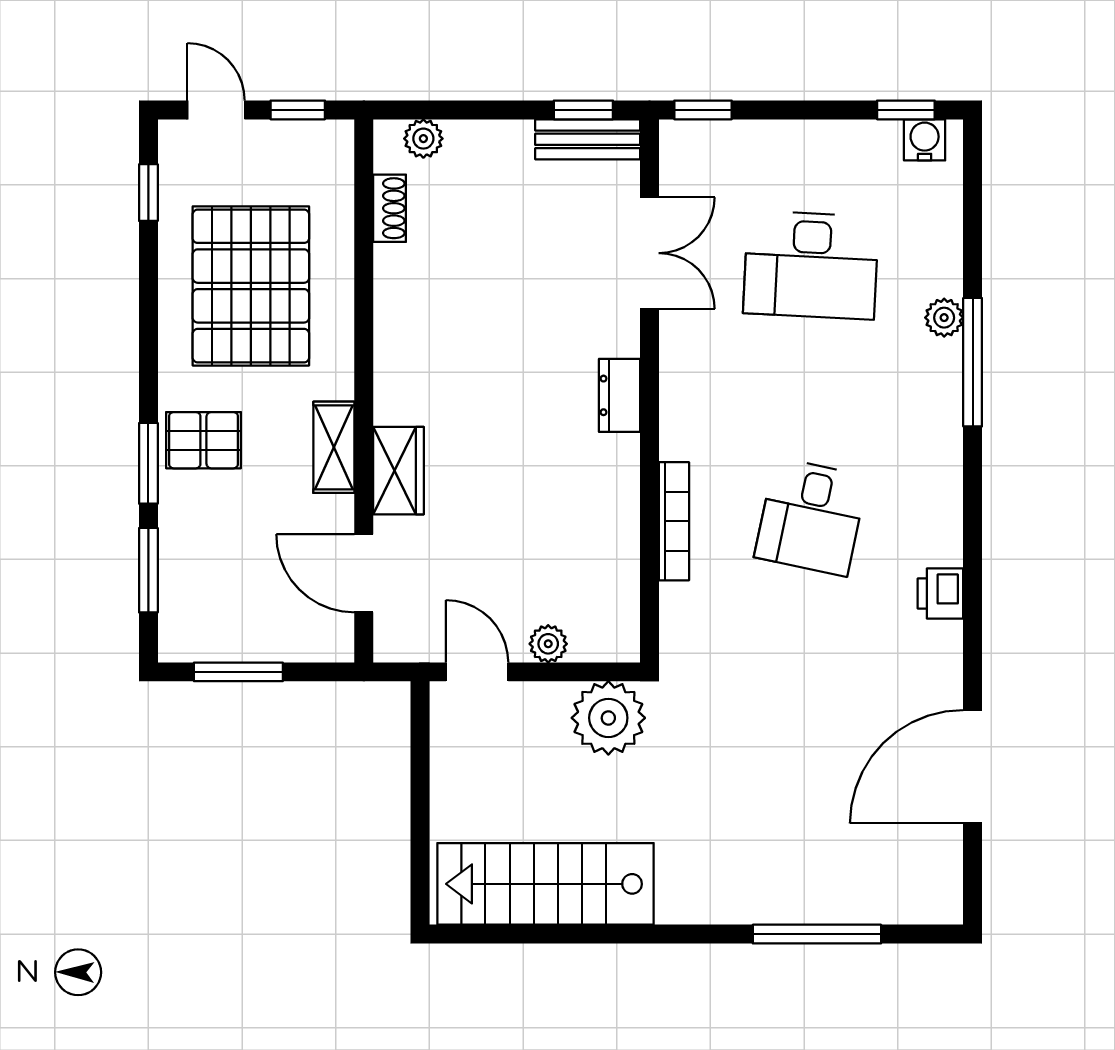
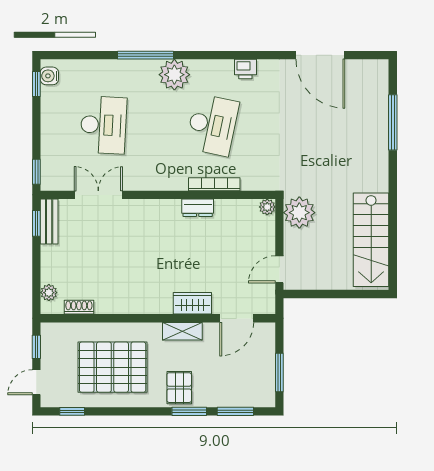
plant: (944, 318) -> (174, 75), moved, width x1.88, depth x1.88
dresser: (620, 395) -> (198, 208), moved
desk: (811, 517) -> (212, 125), width x1.37
plant: (548, 644) -> (267, 207), moved

